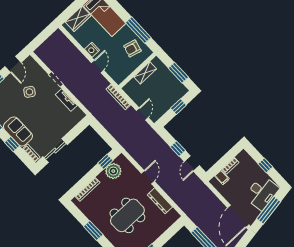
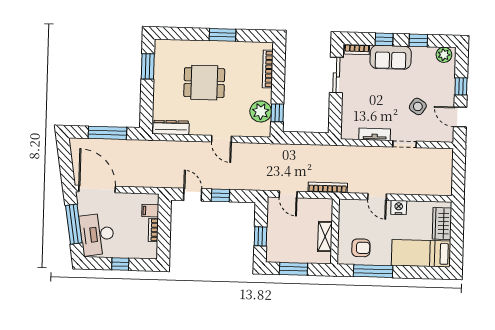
armchair: (132, 48) -> (361, 248), turned 75
dresser: (160, 201) -> (171, 128), moved
dining table: (127, 215) -> (204, 83), width x0.73

